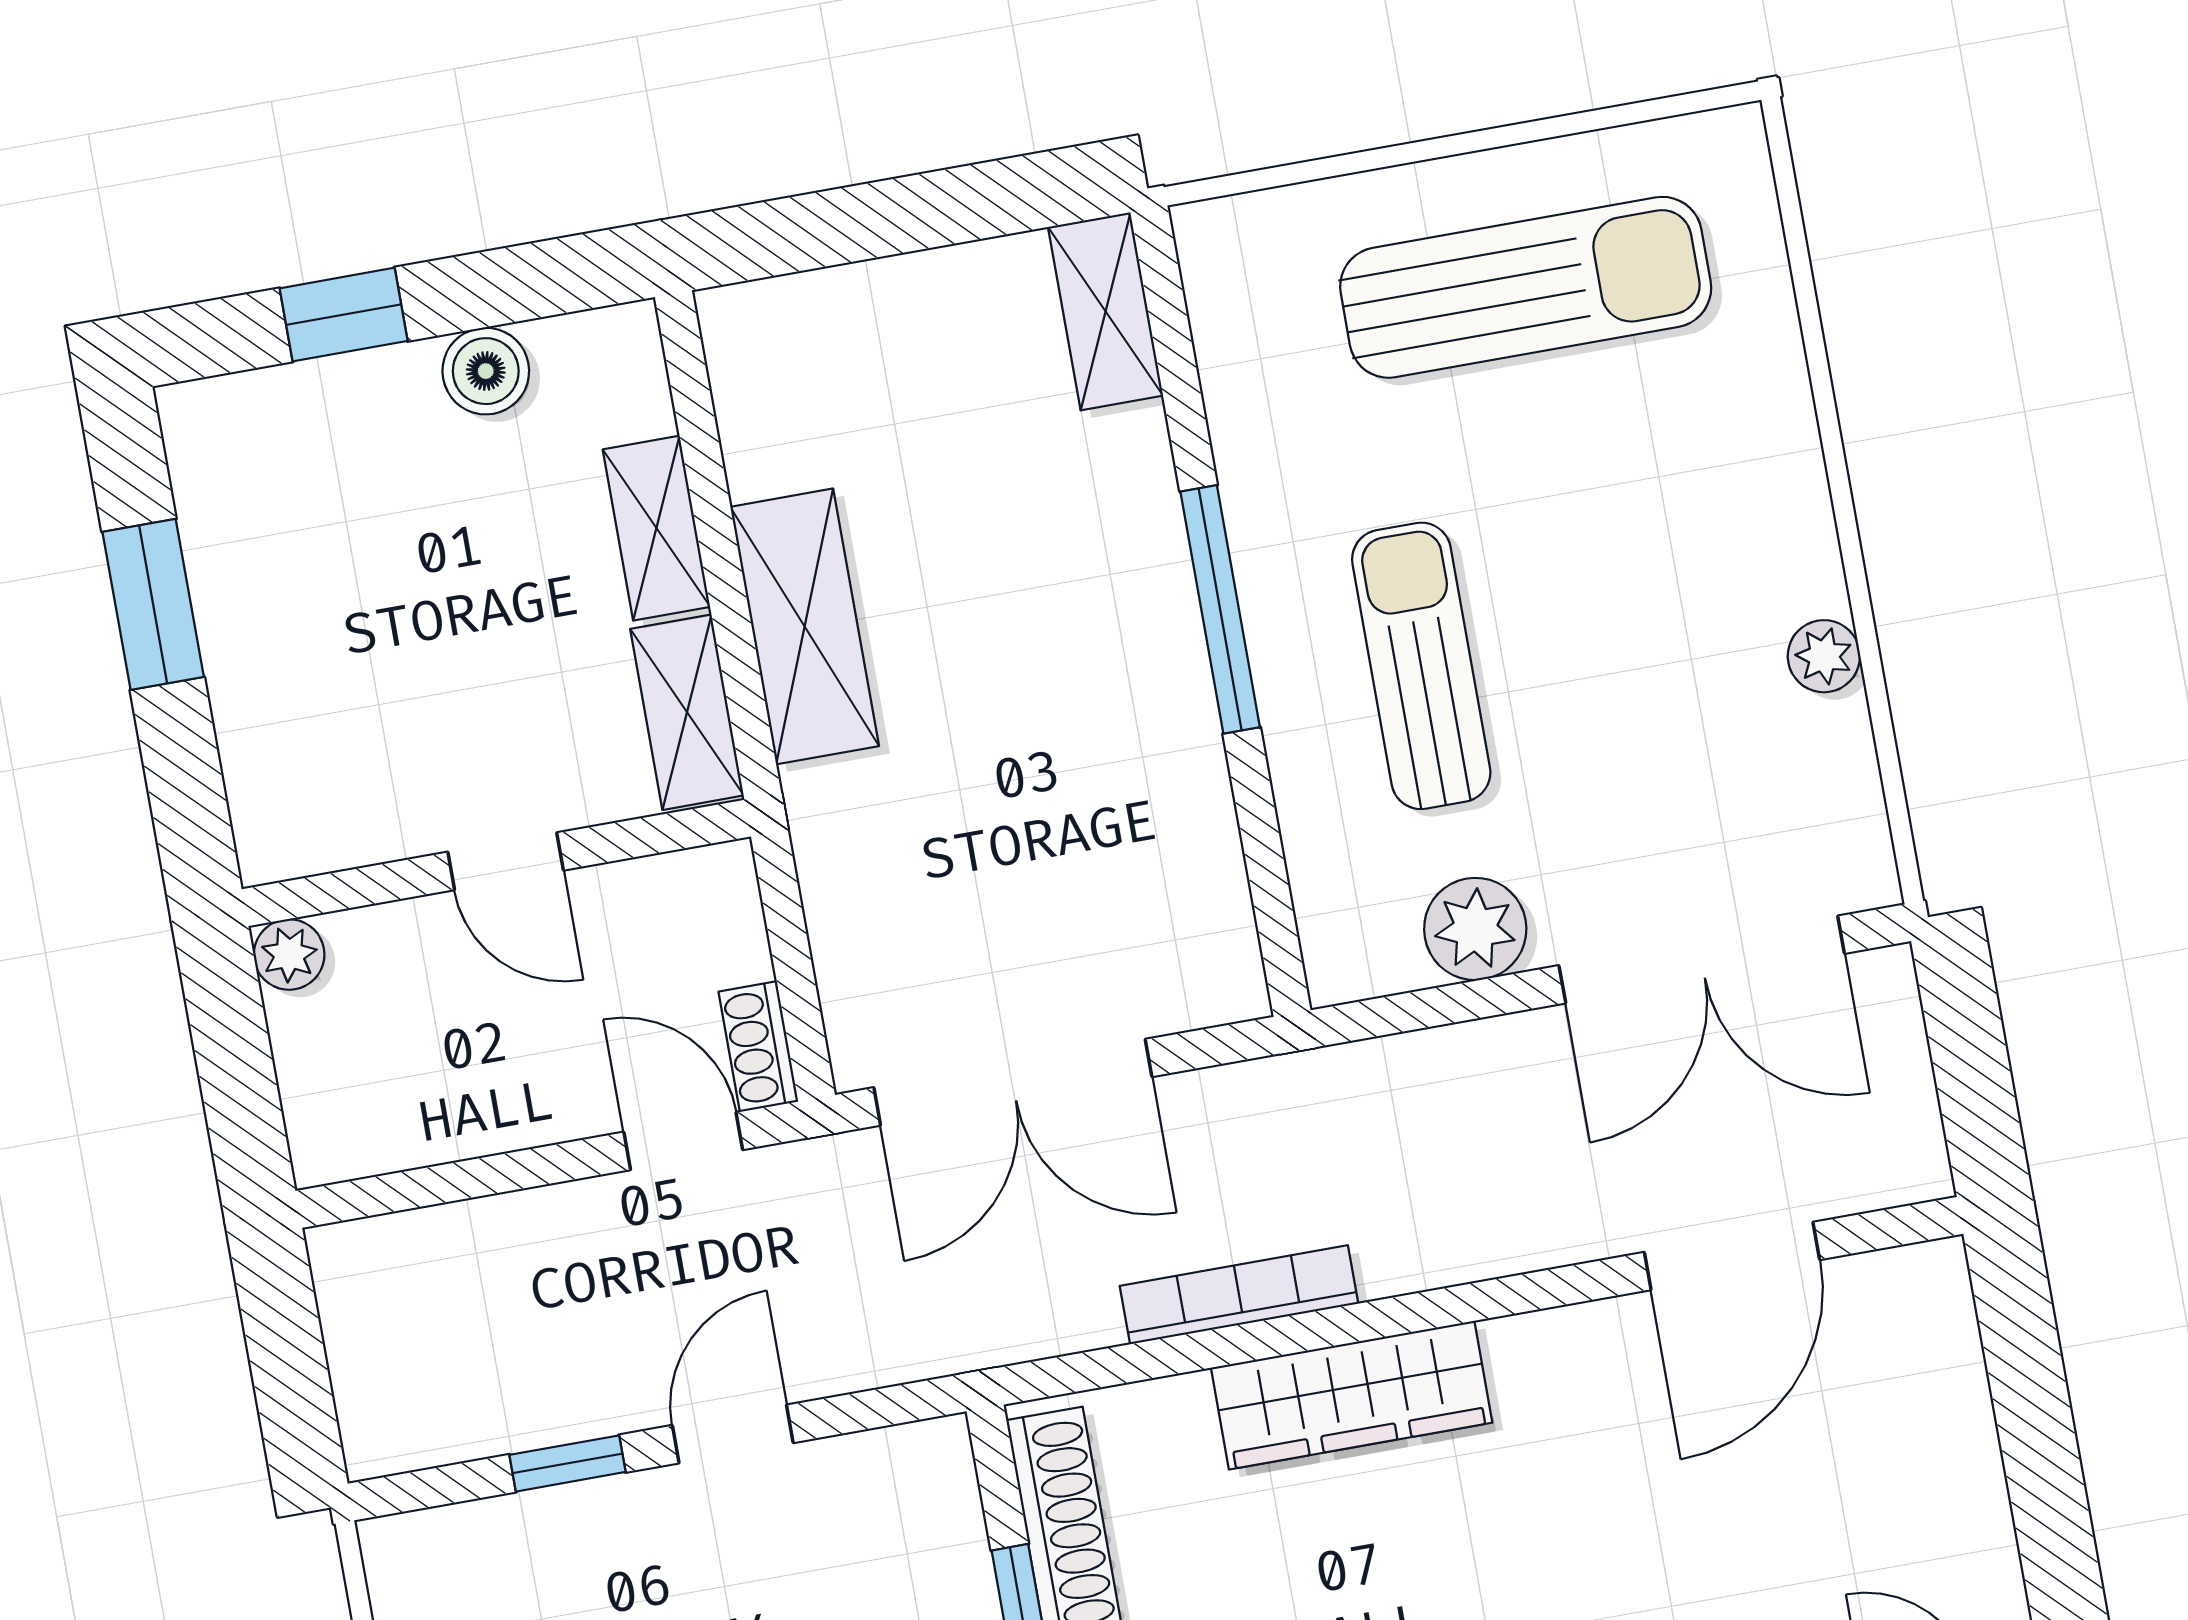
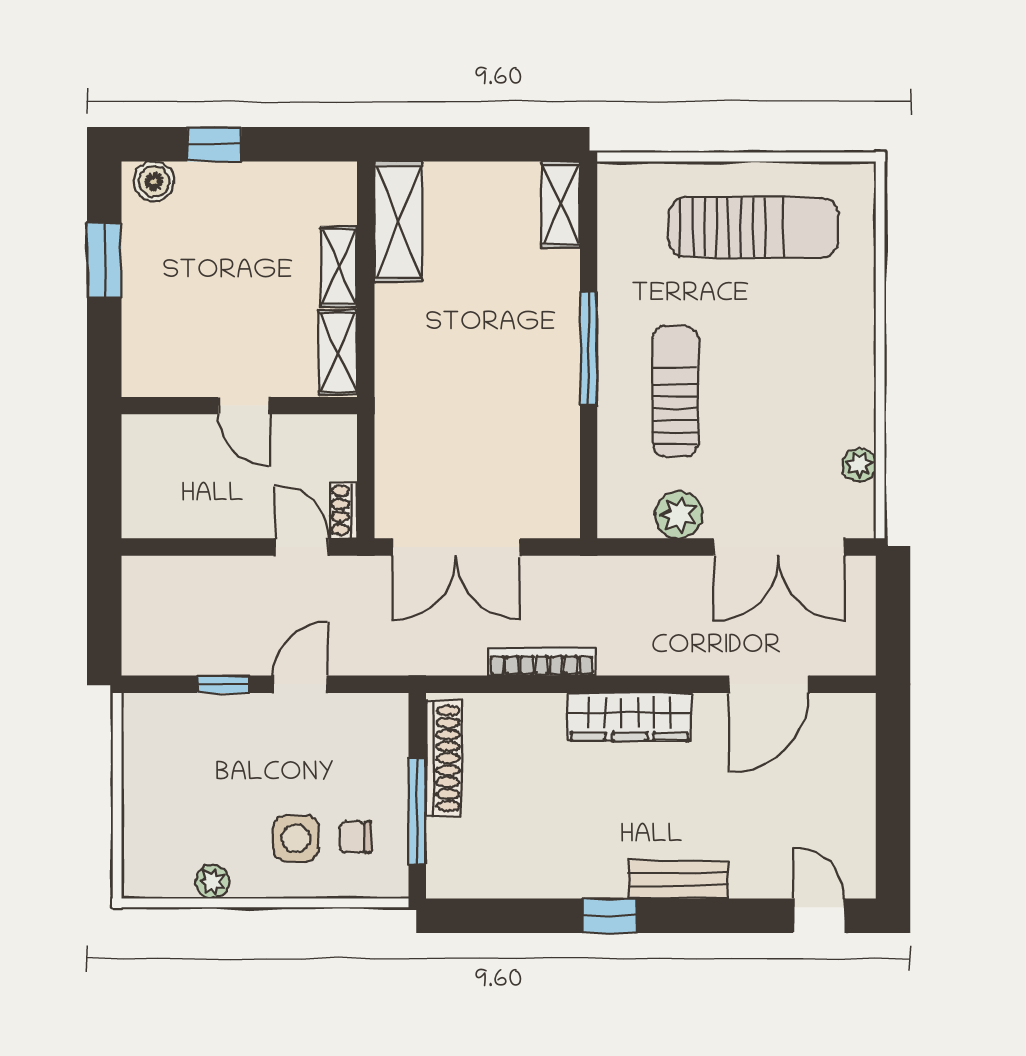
boiler: (486, 371) -> (154, 181), moved
shelving: (805, 626) -> (398, 222), moved
plant: (1824, 656) -> (859, 465), moved
plant: (289, 955) -> (138, 430), removed
wardrobe: (1352, 1395) -> (630, 717), moved

